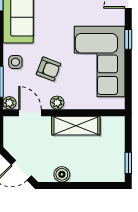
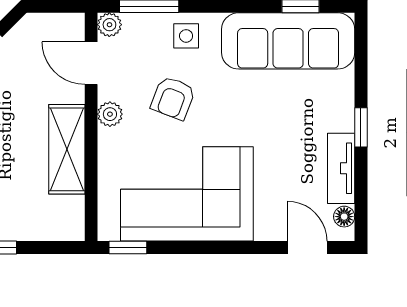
window: (128, 39) -> (128, 248), moved
door: (30, 113) -> (91, 63), swing flipped

